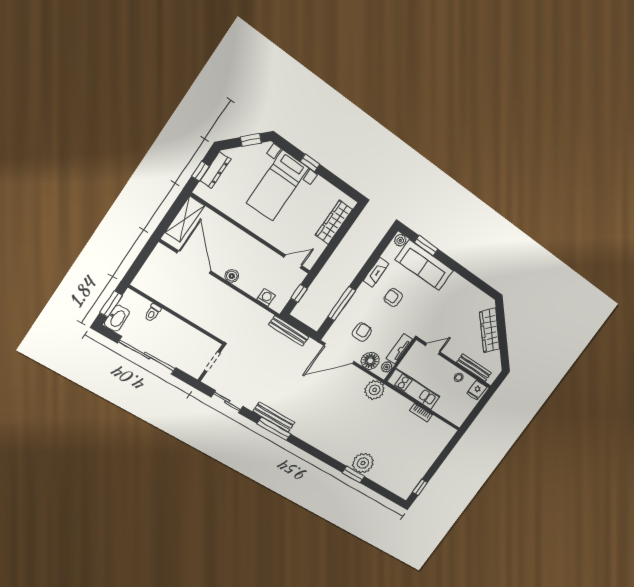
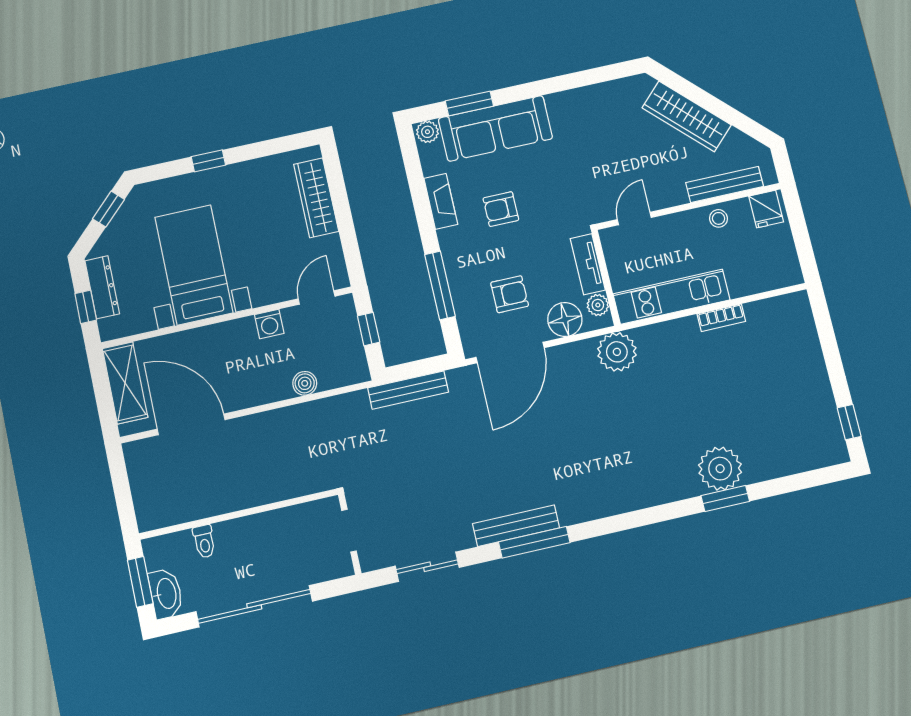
bed with nightstands: (278, 185) -> (194, 265), moved, turned 180
boiler: (232, 276) -> (305, 383), moved
washing machine: (266, 297) -> (269, 324), moved, turned 180
armchair: (362, 332) -> (510, 294), turned 90

